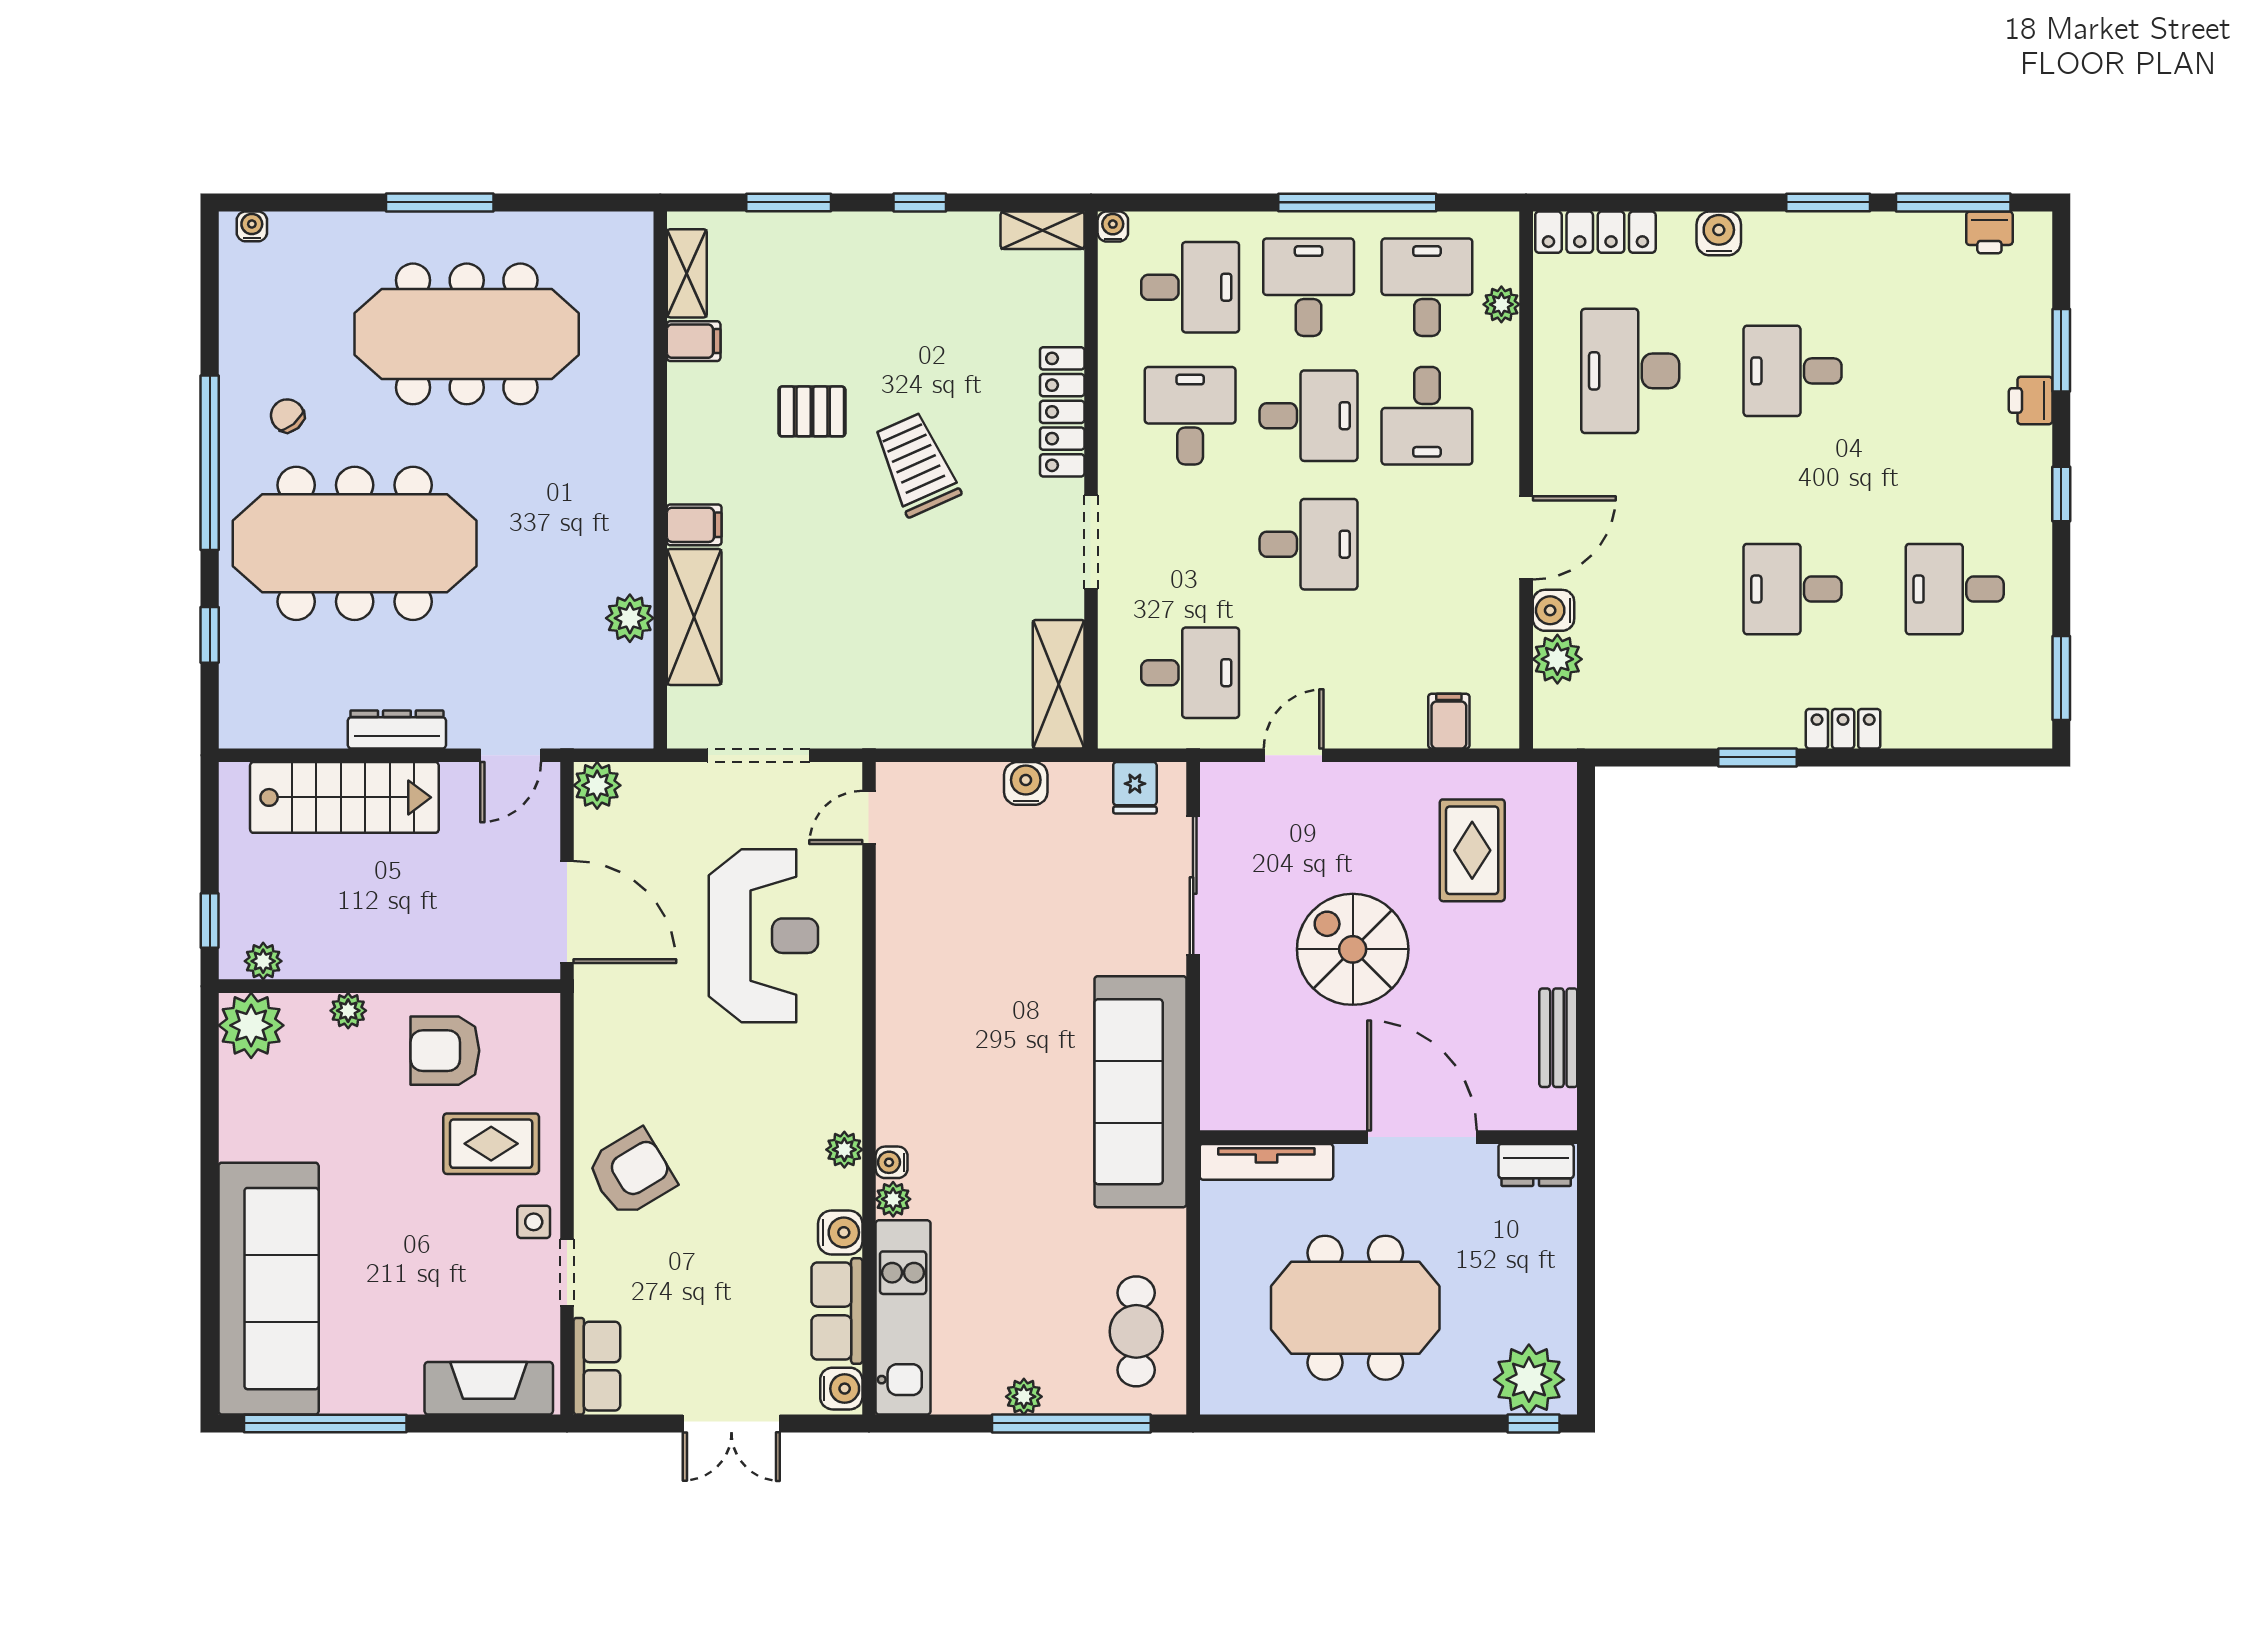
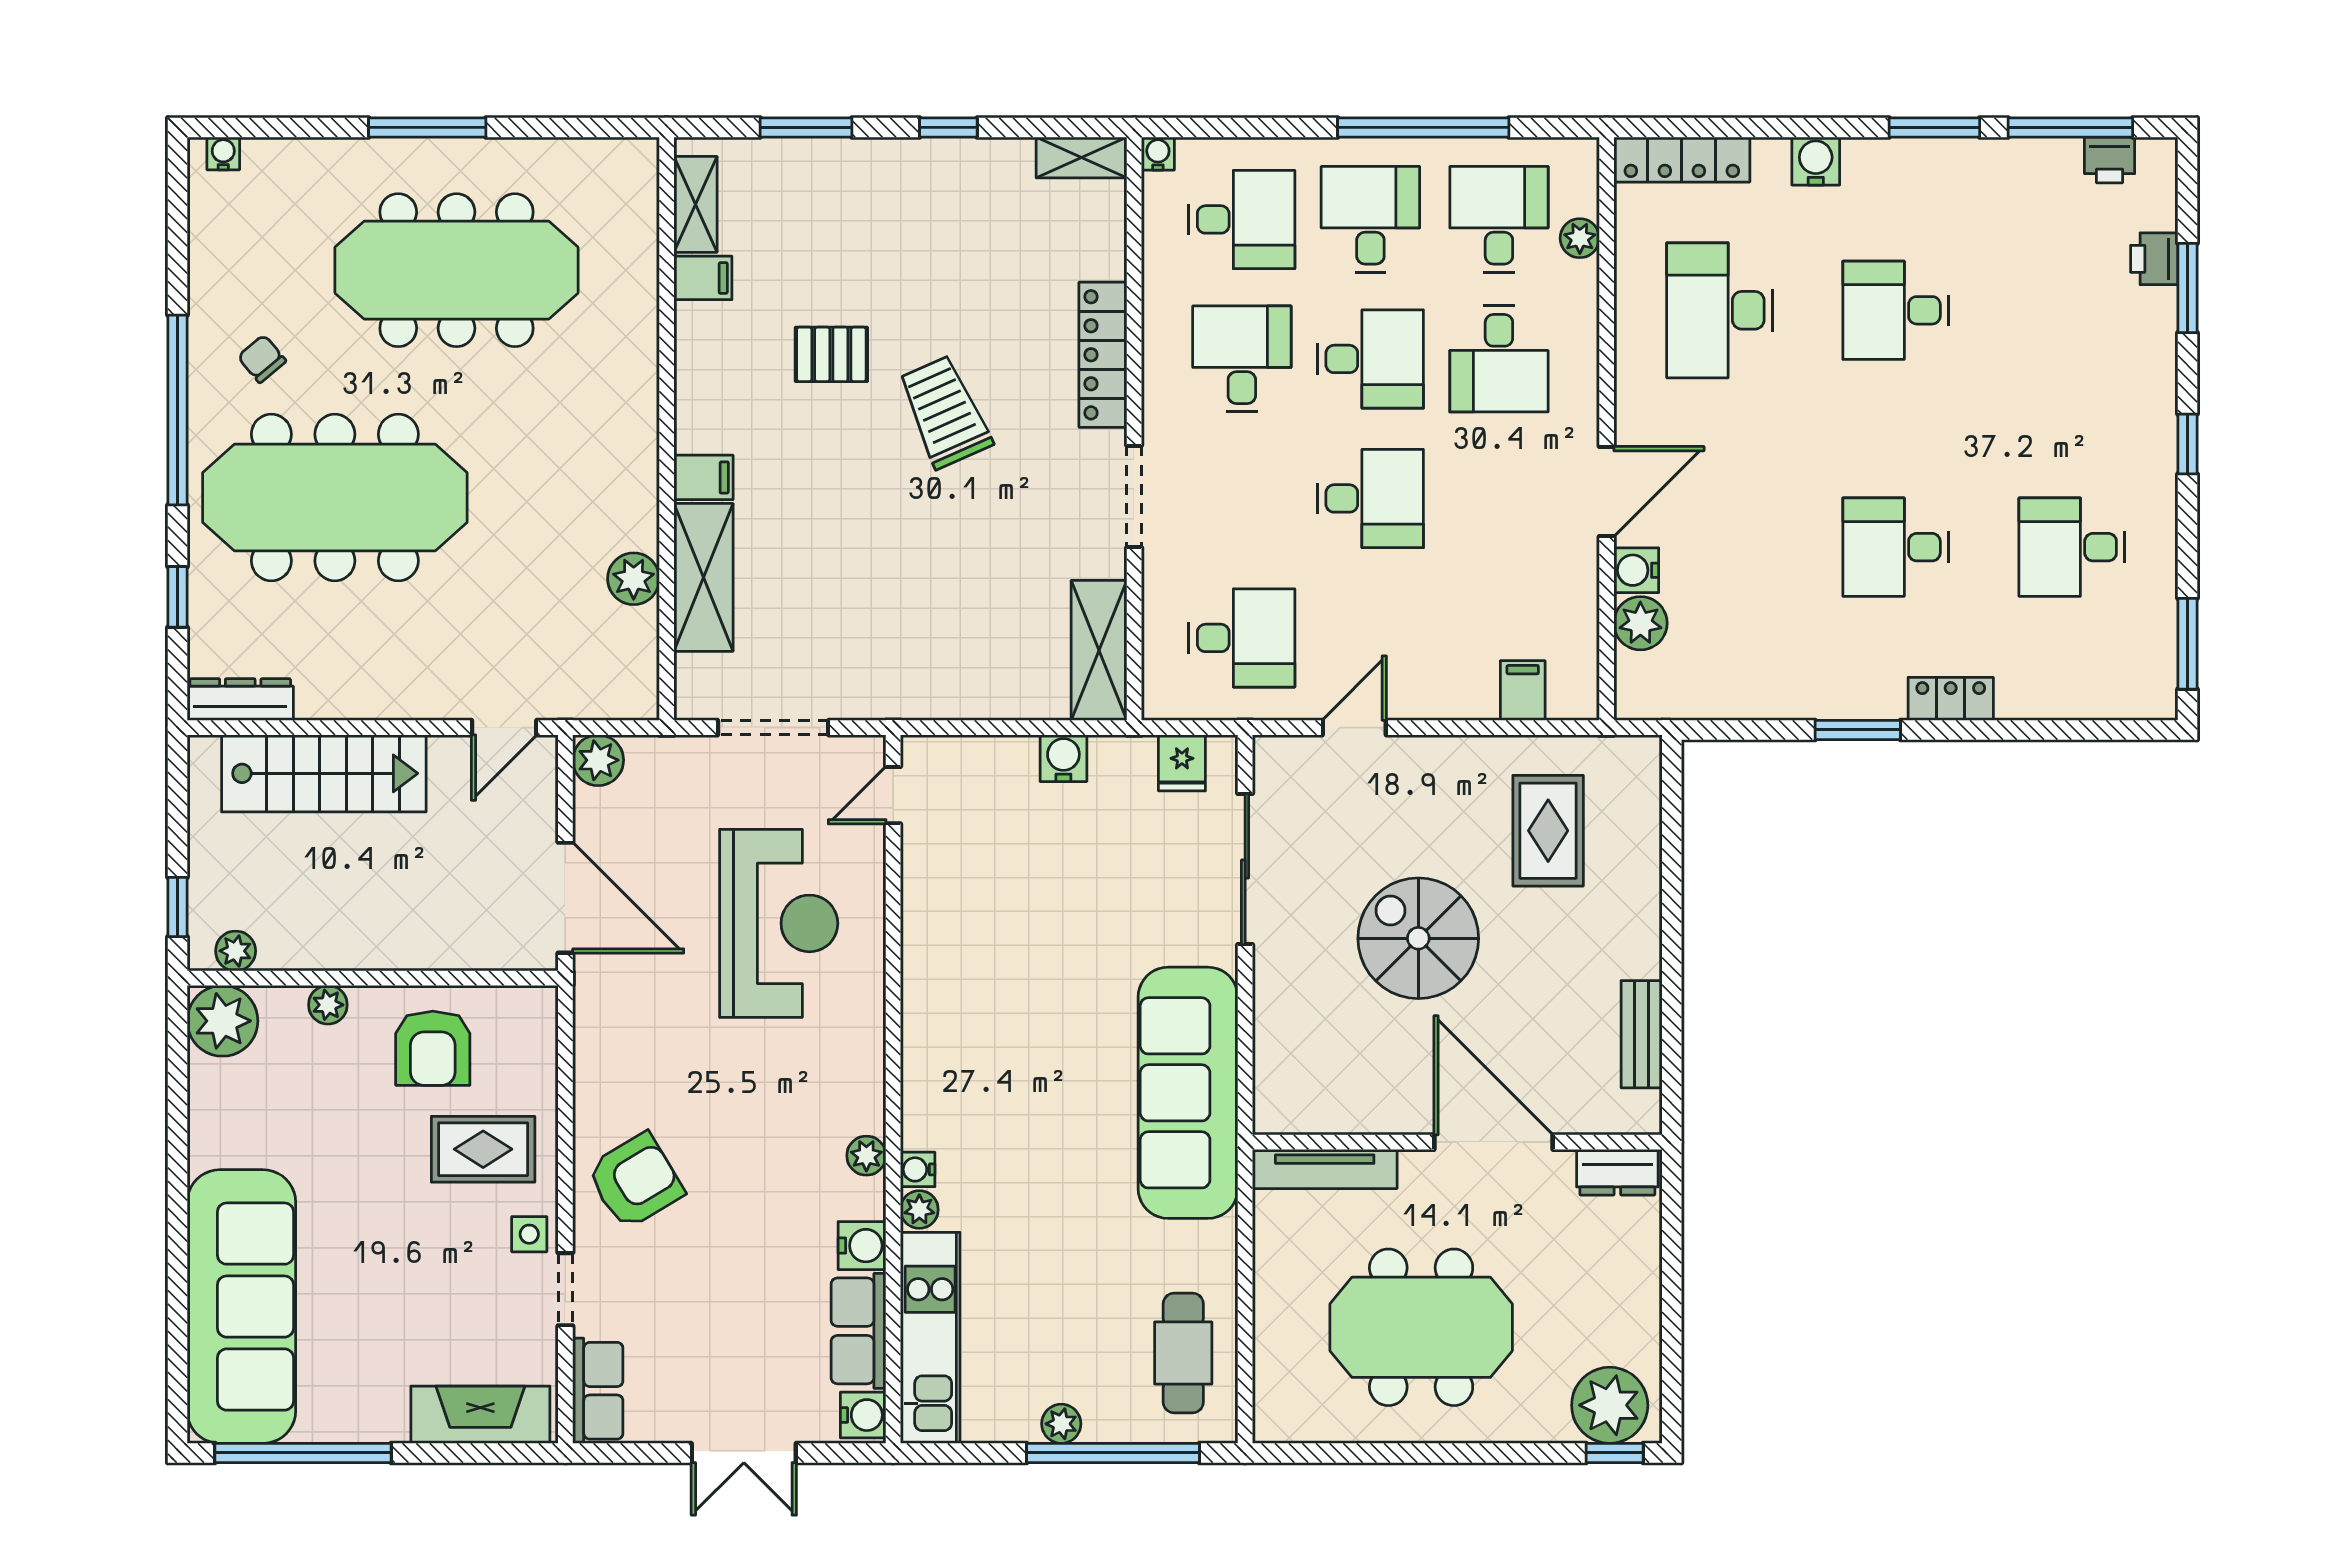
printer: (2031, 400) -> (2154, 259), moved
dresser: (397, 729) -> (240, 700), moved
armchair: (445, 1051) -> (433, 1048), turned -90

